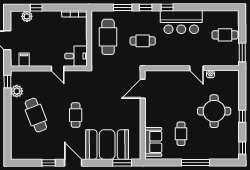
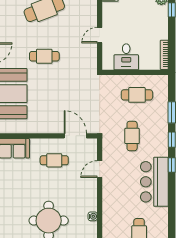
cafe table: (108, 37) -> (137, 95), width x0.73, depth x0.74
desk: (76, 56) -> (126, 57), moved
door: (196, 68) -> (100, 169), moved
cafe table: (181, 134) -> (54, 160), moved

